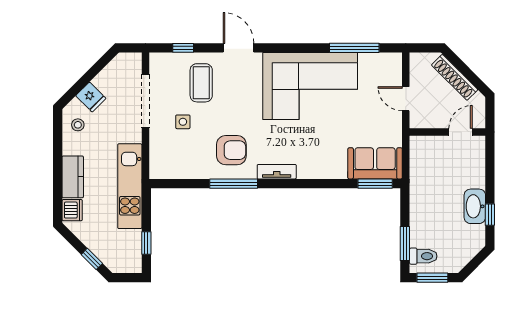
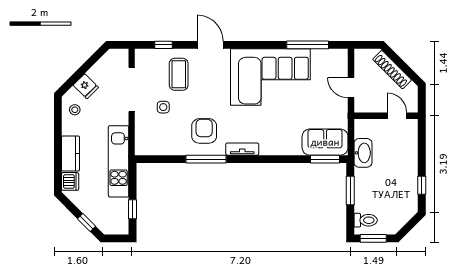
door: (461, 132) -> (397, 116), hinge flipped
armchair: (231, 150) -> (204, 131), turned -90
washbasin: (475, 206) -> (363, 153), moved, turned 180
window: (405, 244) -> (350, 191), moved

